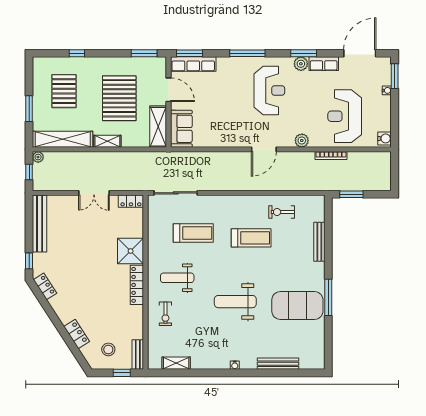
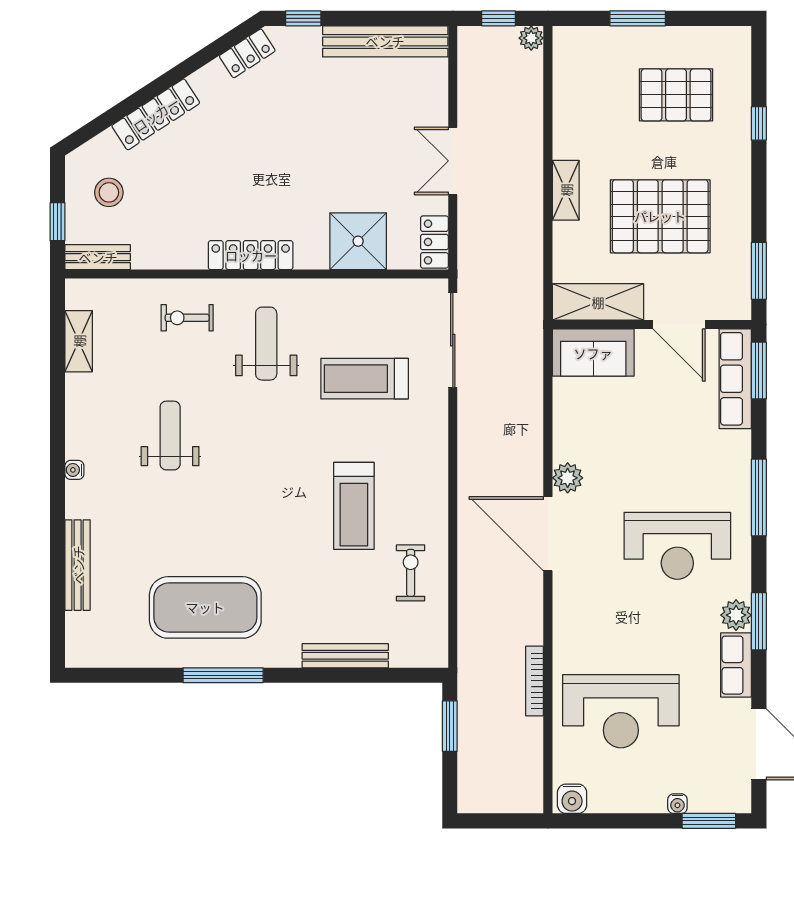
door: (169, 90) -> (679, 325), hinge flipped
reception desk: (345, 116) -> (621, 711), turned 180
shelving: (63, 139) -> (570, 92), removed
plant: (302, 140) -> (568, 478), moved
door: (264, 149) -> (548, 534), width x1.36
treadmill: (193, 233) -> (365, 379), turned 90
shower: (131, 251) -> (358, 241), moved
weight bench: (235, 302) -> (170, 436), moved, width x0.73, depth x0.75
exercise mat: (297, 306) -> (205, 607), turned 90
locker: (77, 334) -> (156, 114), width x1.53

